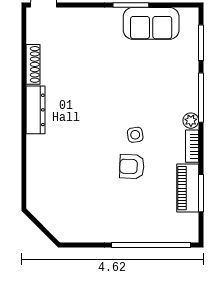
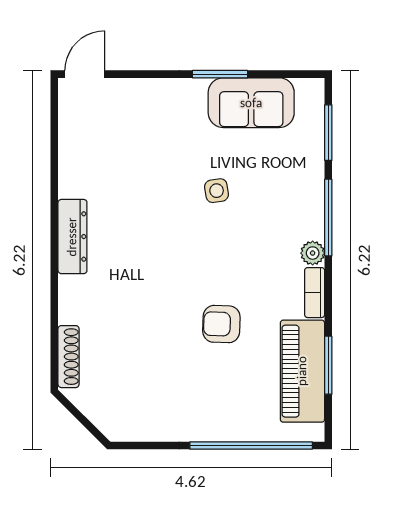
shoe rack: (33, 64) -> (69, 357), moved
side table: (135, 135) -> (217, 191), moved
piano: (188, 188) -> (302, 371), width x1.37, depth x1.33

